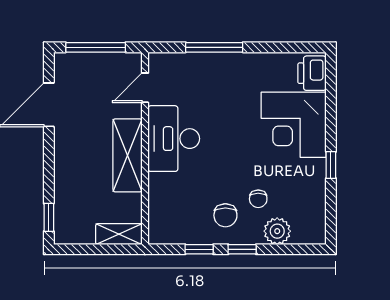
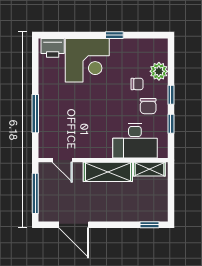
desk: (174, 139) -> (135, 141), moved
chair: (225, 215) -> (148, 106), turned 90
shelving: (119, 234) -> (149, 169), moved, turned 90

